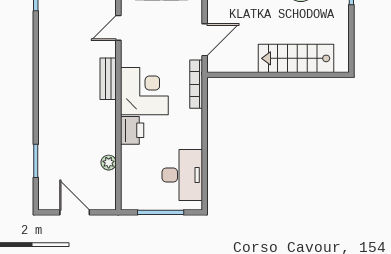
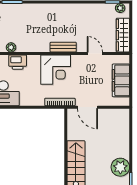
printer: (132, 130) -> (18, 62), moved

